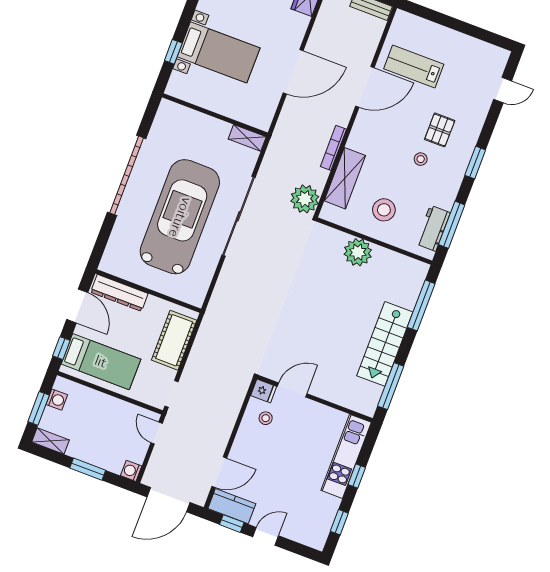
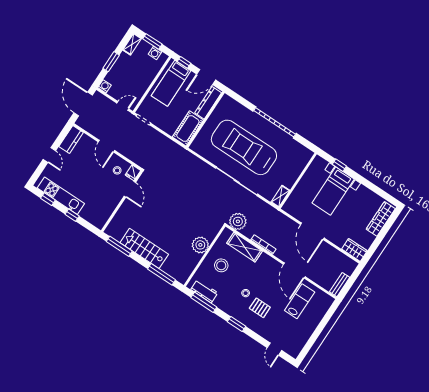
car: (180, 217) -> (244, 147), turned 180
cot: (174, 340) -> (188, 128), moved, turned 90
kitchen unit: (346, 456) -> (61, 196), moved
door: (219, 472) -> (106, 146), moved
window: (232, 524) -> (61, 137), removed

